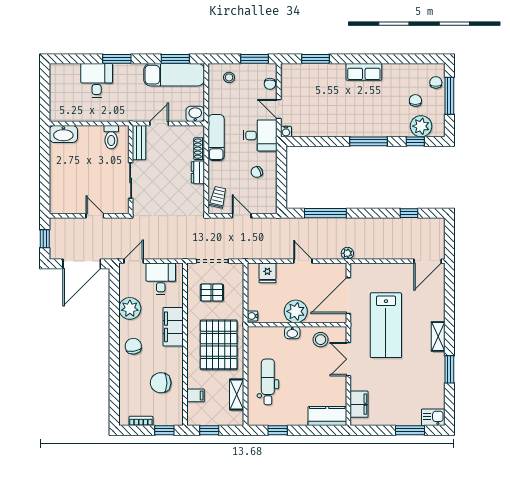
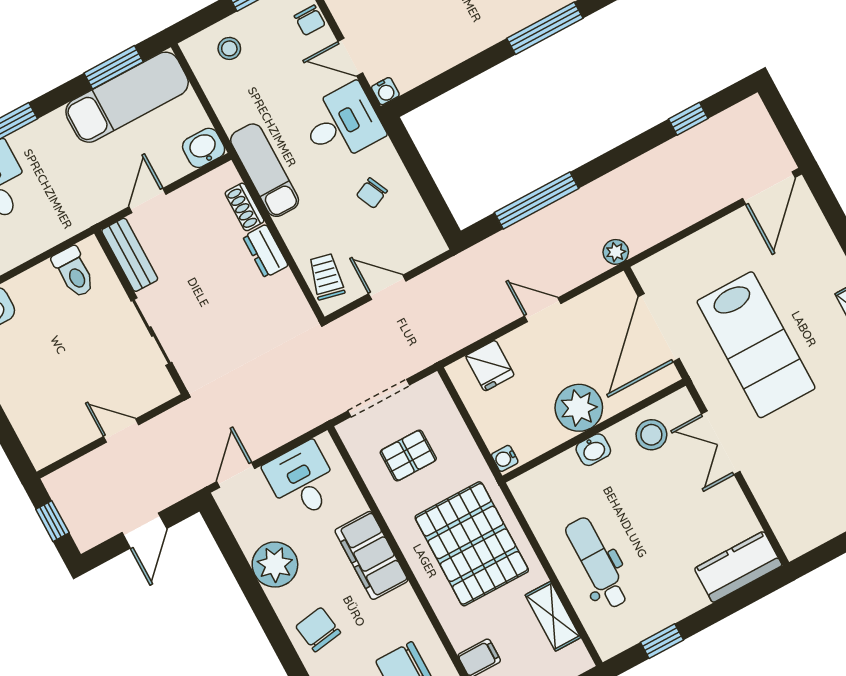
door: (82, 264) -> (144, 531), width x0.53
filing cabinet: (359, 404) -> (784, 514), removed

